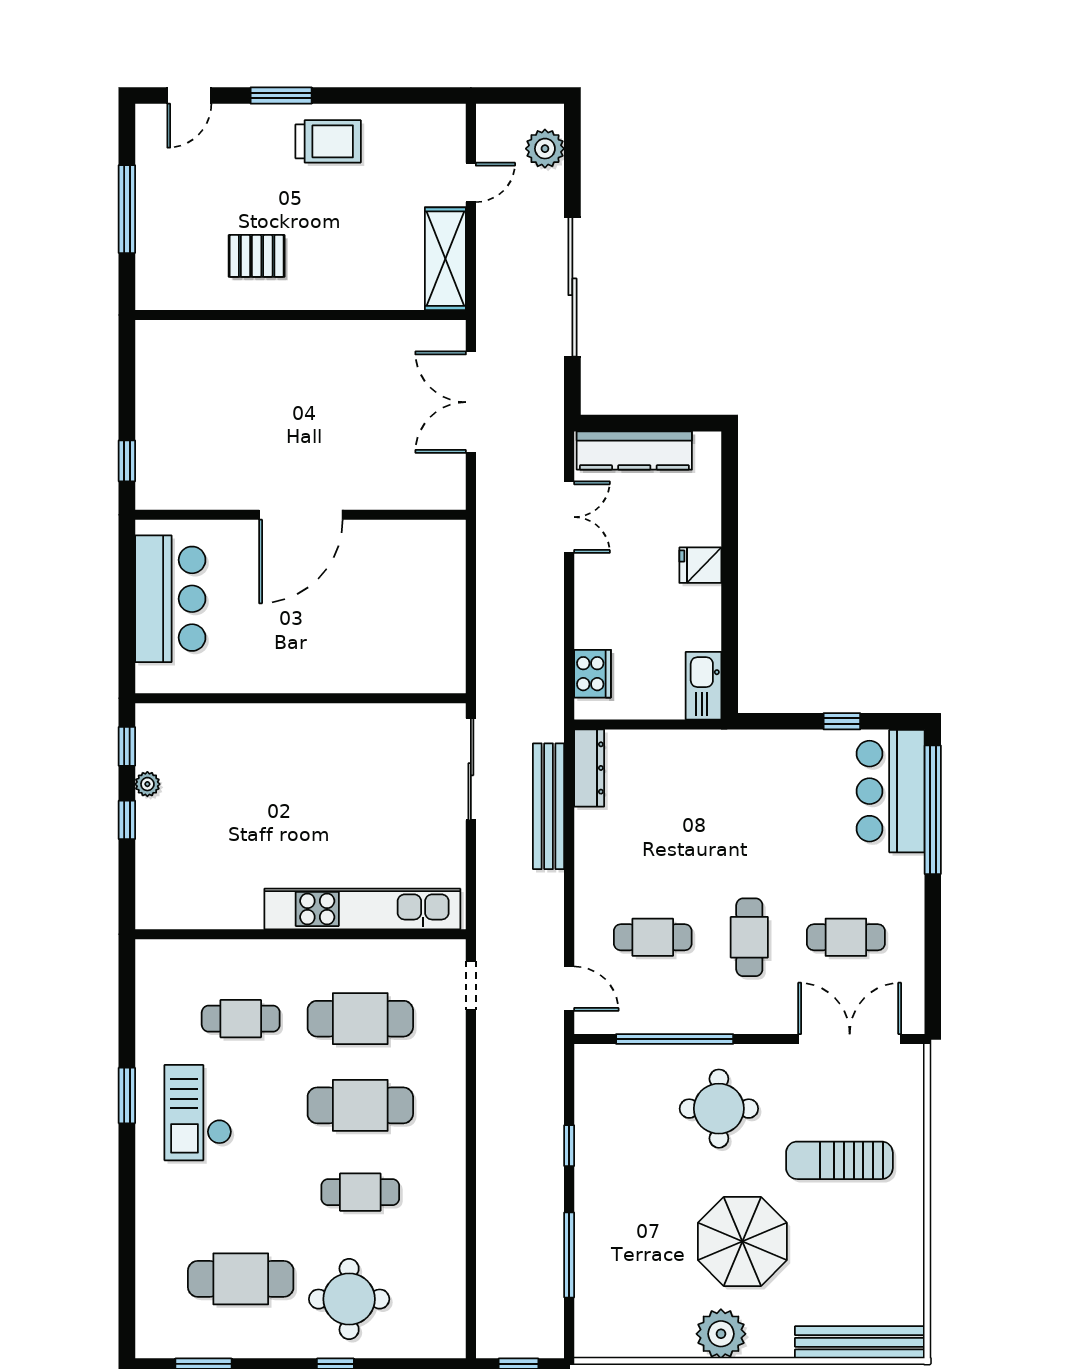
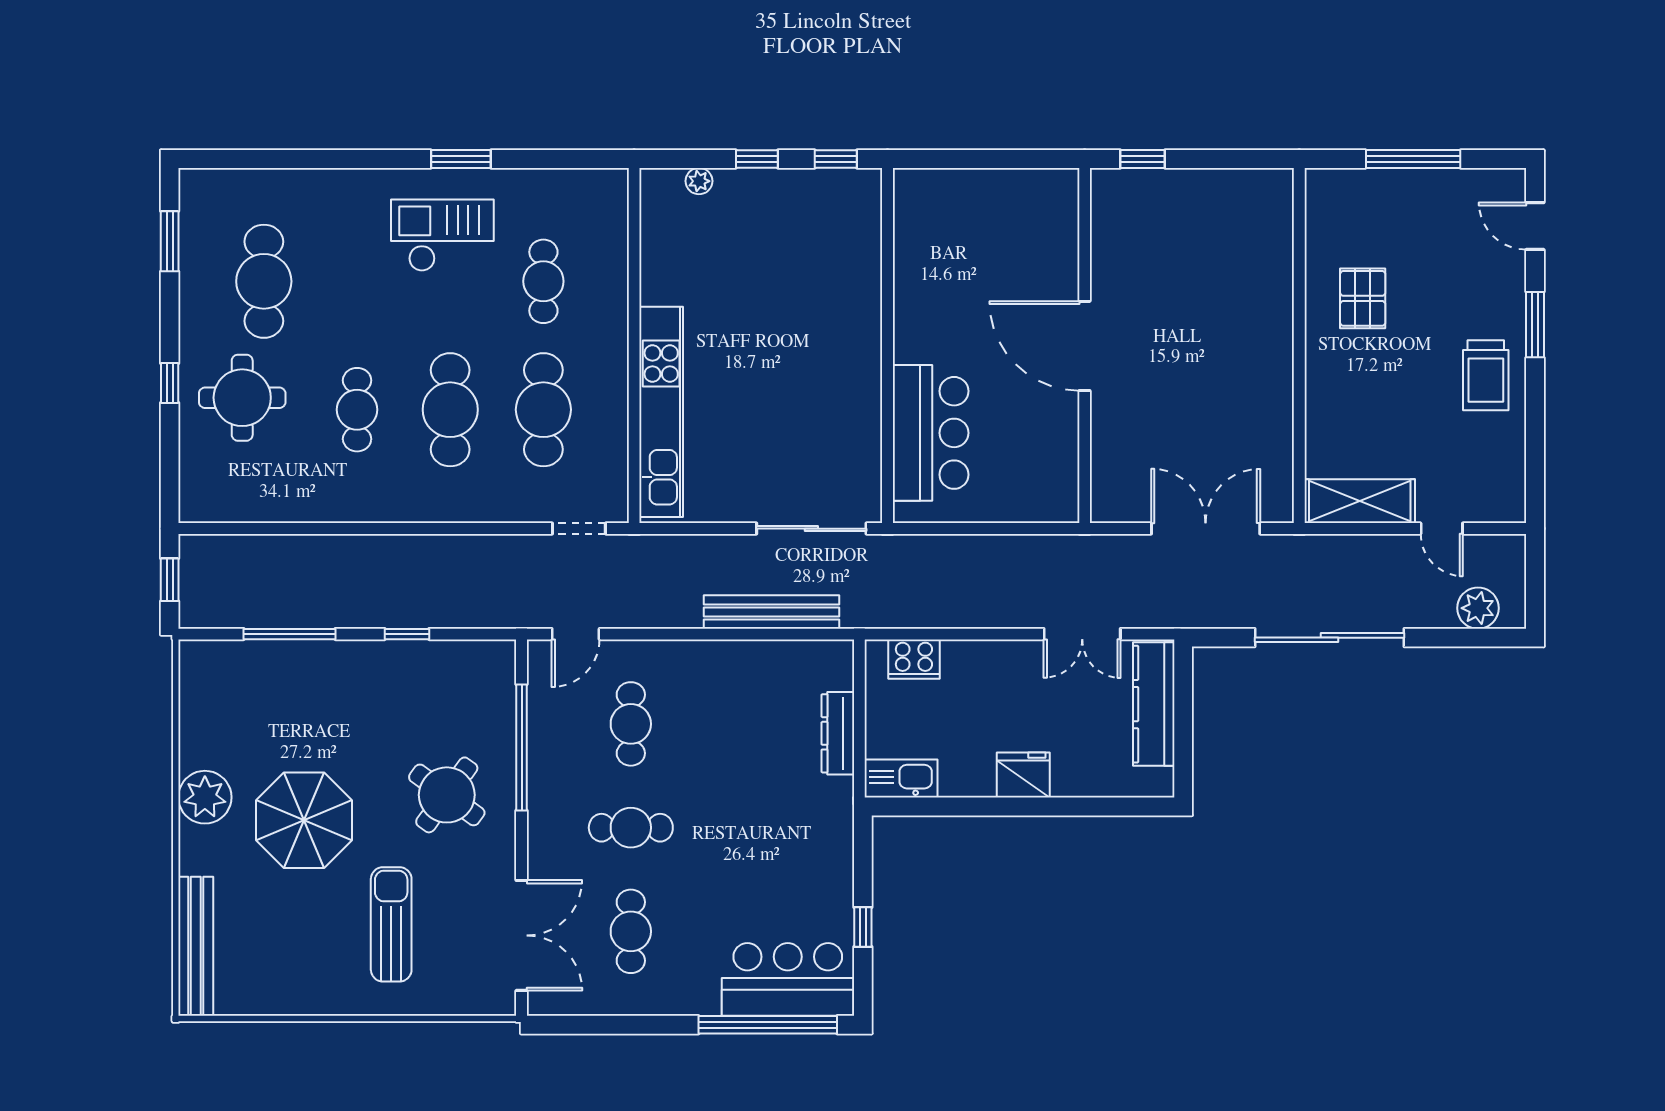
fridge: (700, 565) -> (1023, 775), width x1.38
bar counter: (170, 599) -> (931, 433), moved, turned -90
dresser: (589, 768) -> (838, 733), moved, turned 90
plant: (147, 784) -> (699, 181), moved
round table: (719, 1109) -> (447, 795), turned 36

